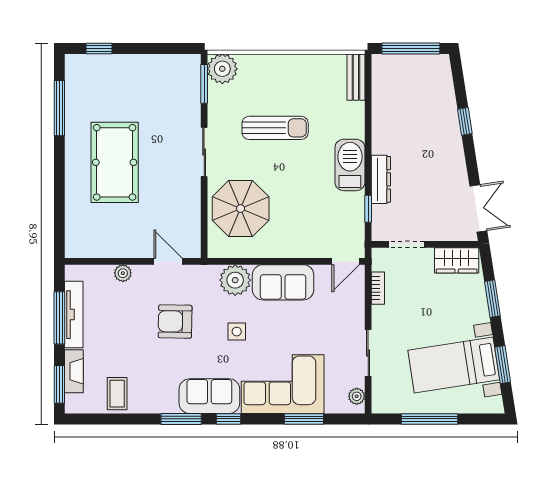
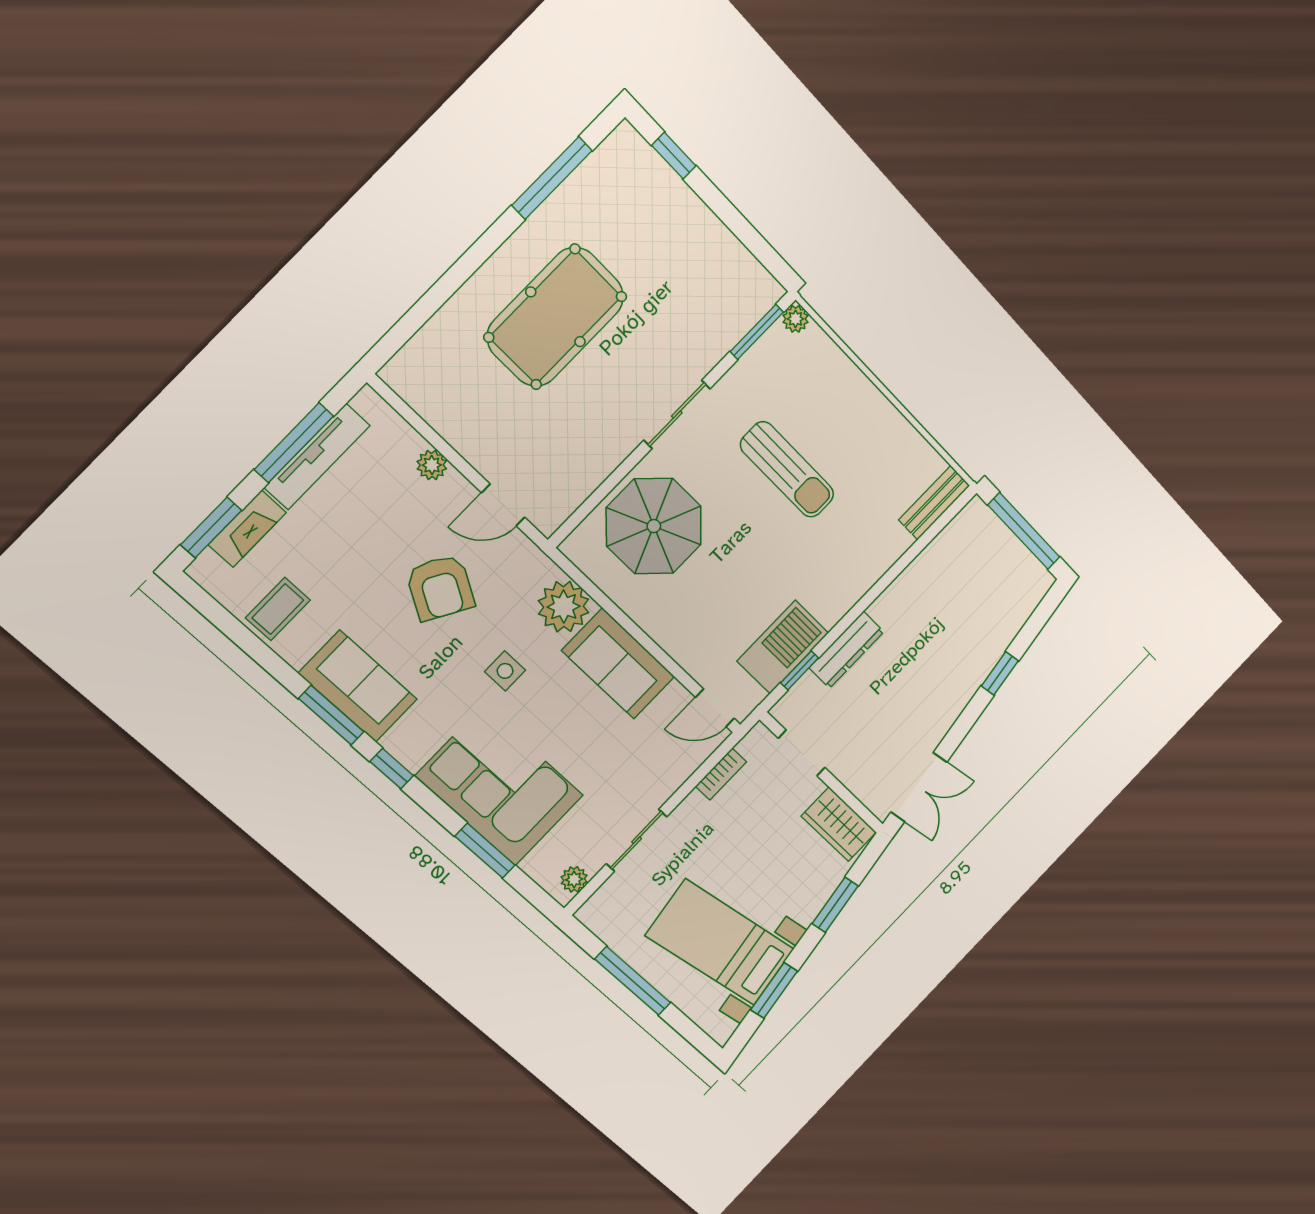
plant: (222, 69) -> (795, 319), width x0.53, depth x0.53
barbecue: (350, 165) -> (783, 647), moved
door: (168, 261) -> (503, 505), swing flipped
armchair: (175, 321) -> (440, 588), turned -151
sofa: (209, 396) -> (358, 686), moved

